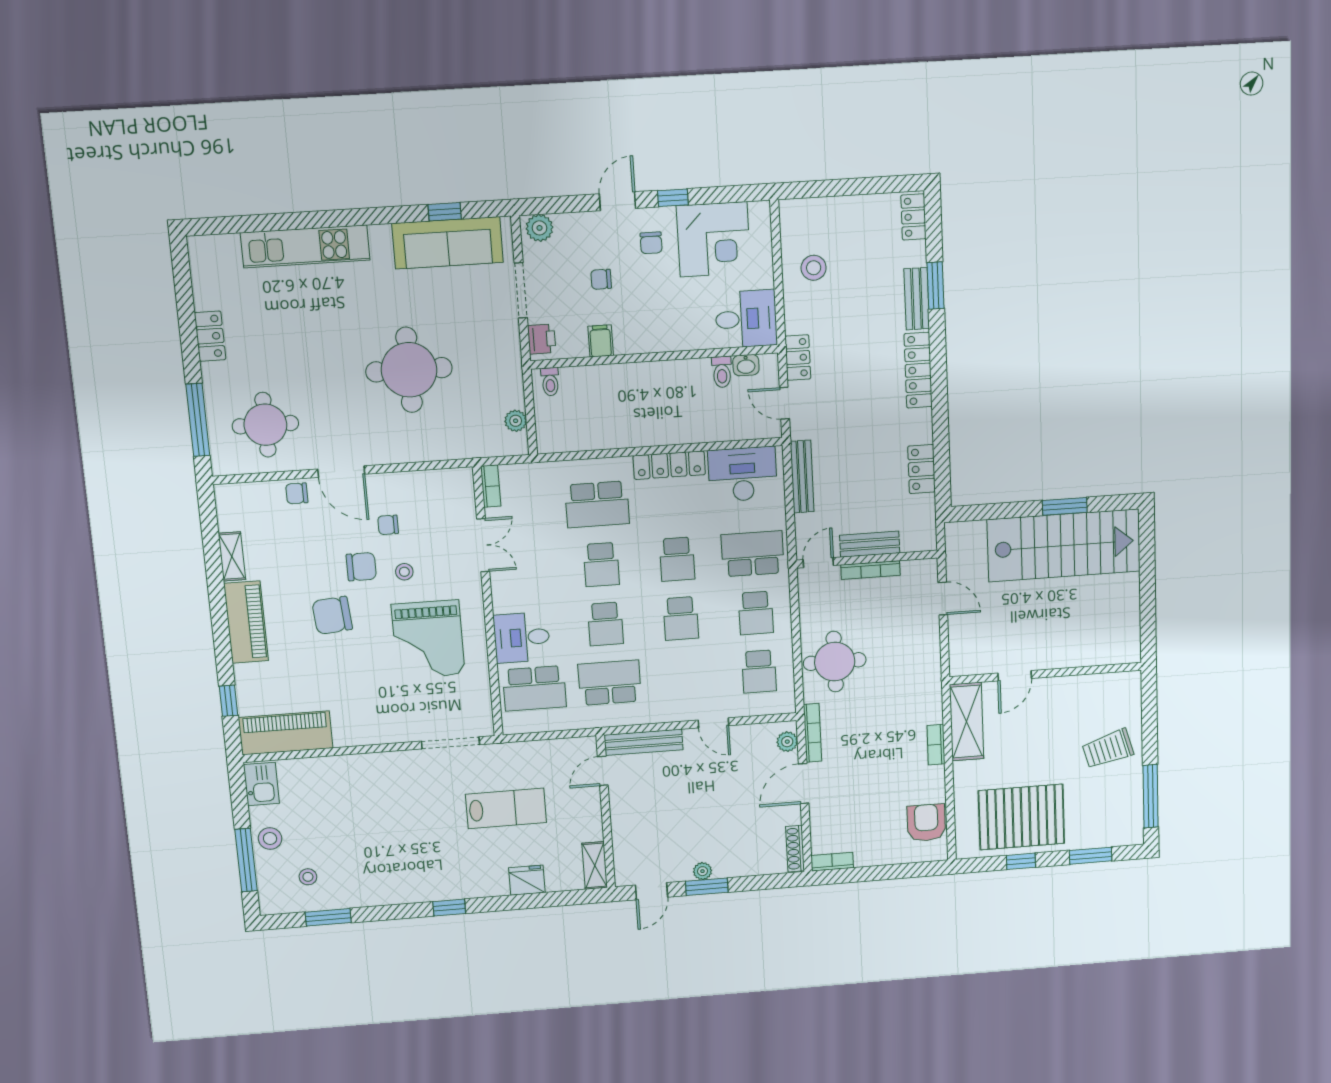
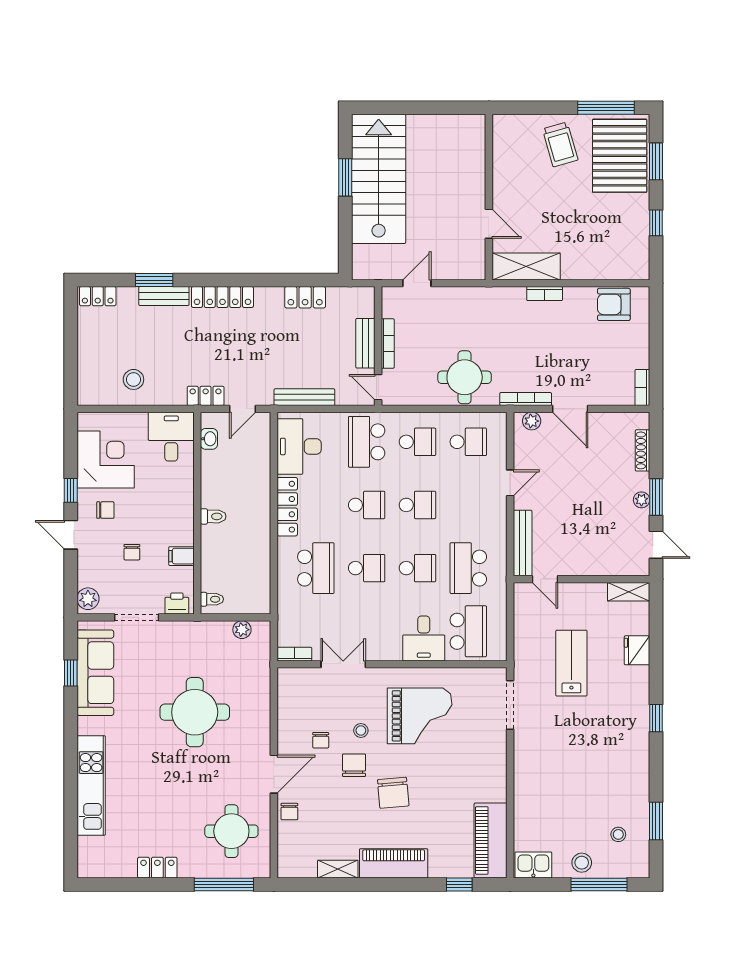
toilet: (722, 372) -> (213, 516), moved
pallet: (1021, 817) -> (620, 156), moved
shoe rack: (795, 849) -> (643, 450), moved, turned 90

